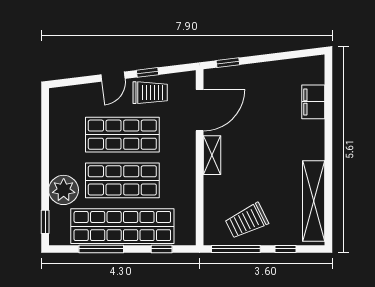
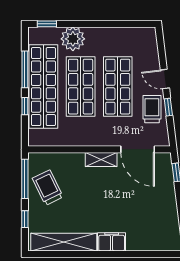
trolley: (150, 93) -> (152, 109), turned 180
filing cabinet: (313, 102) -> (112, 242), moved
window: (162, 249) -> (25, 106), moved

